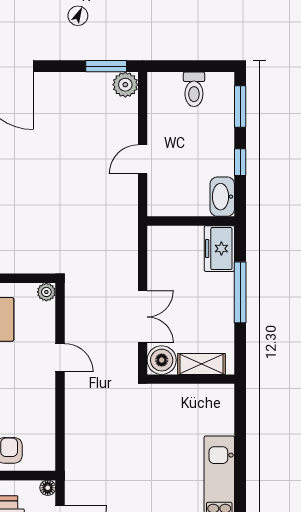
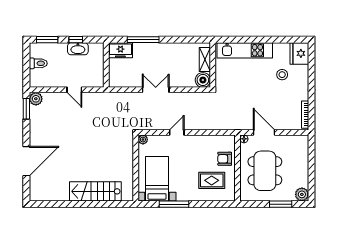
washbasin: (222, 197) -> (78, 49), moved
boiler: (162, 360) -> (203, 80), moved
shelving: (202, 364) -> (205, 59), moved
wall: (191, 379) -> (213, 65), moved

